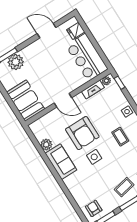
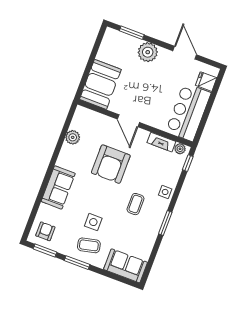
plant: (16, 62) -> (148, 52), moved
side table: (94, 157) -> (93, 222), moved
sofa: (61, 162) -> (58, 187), moved

